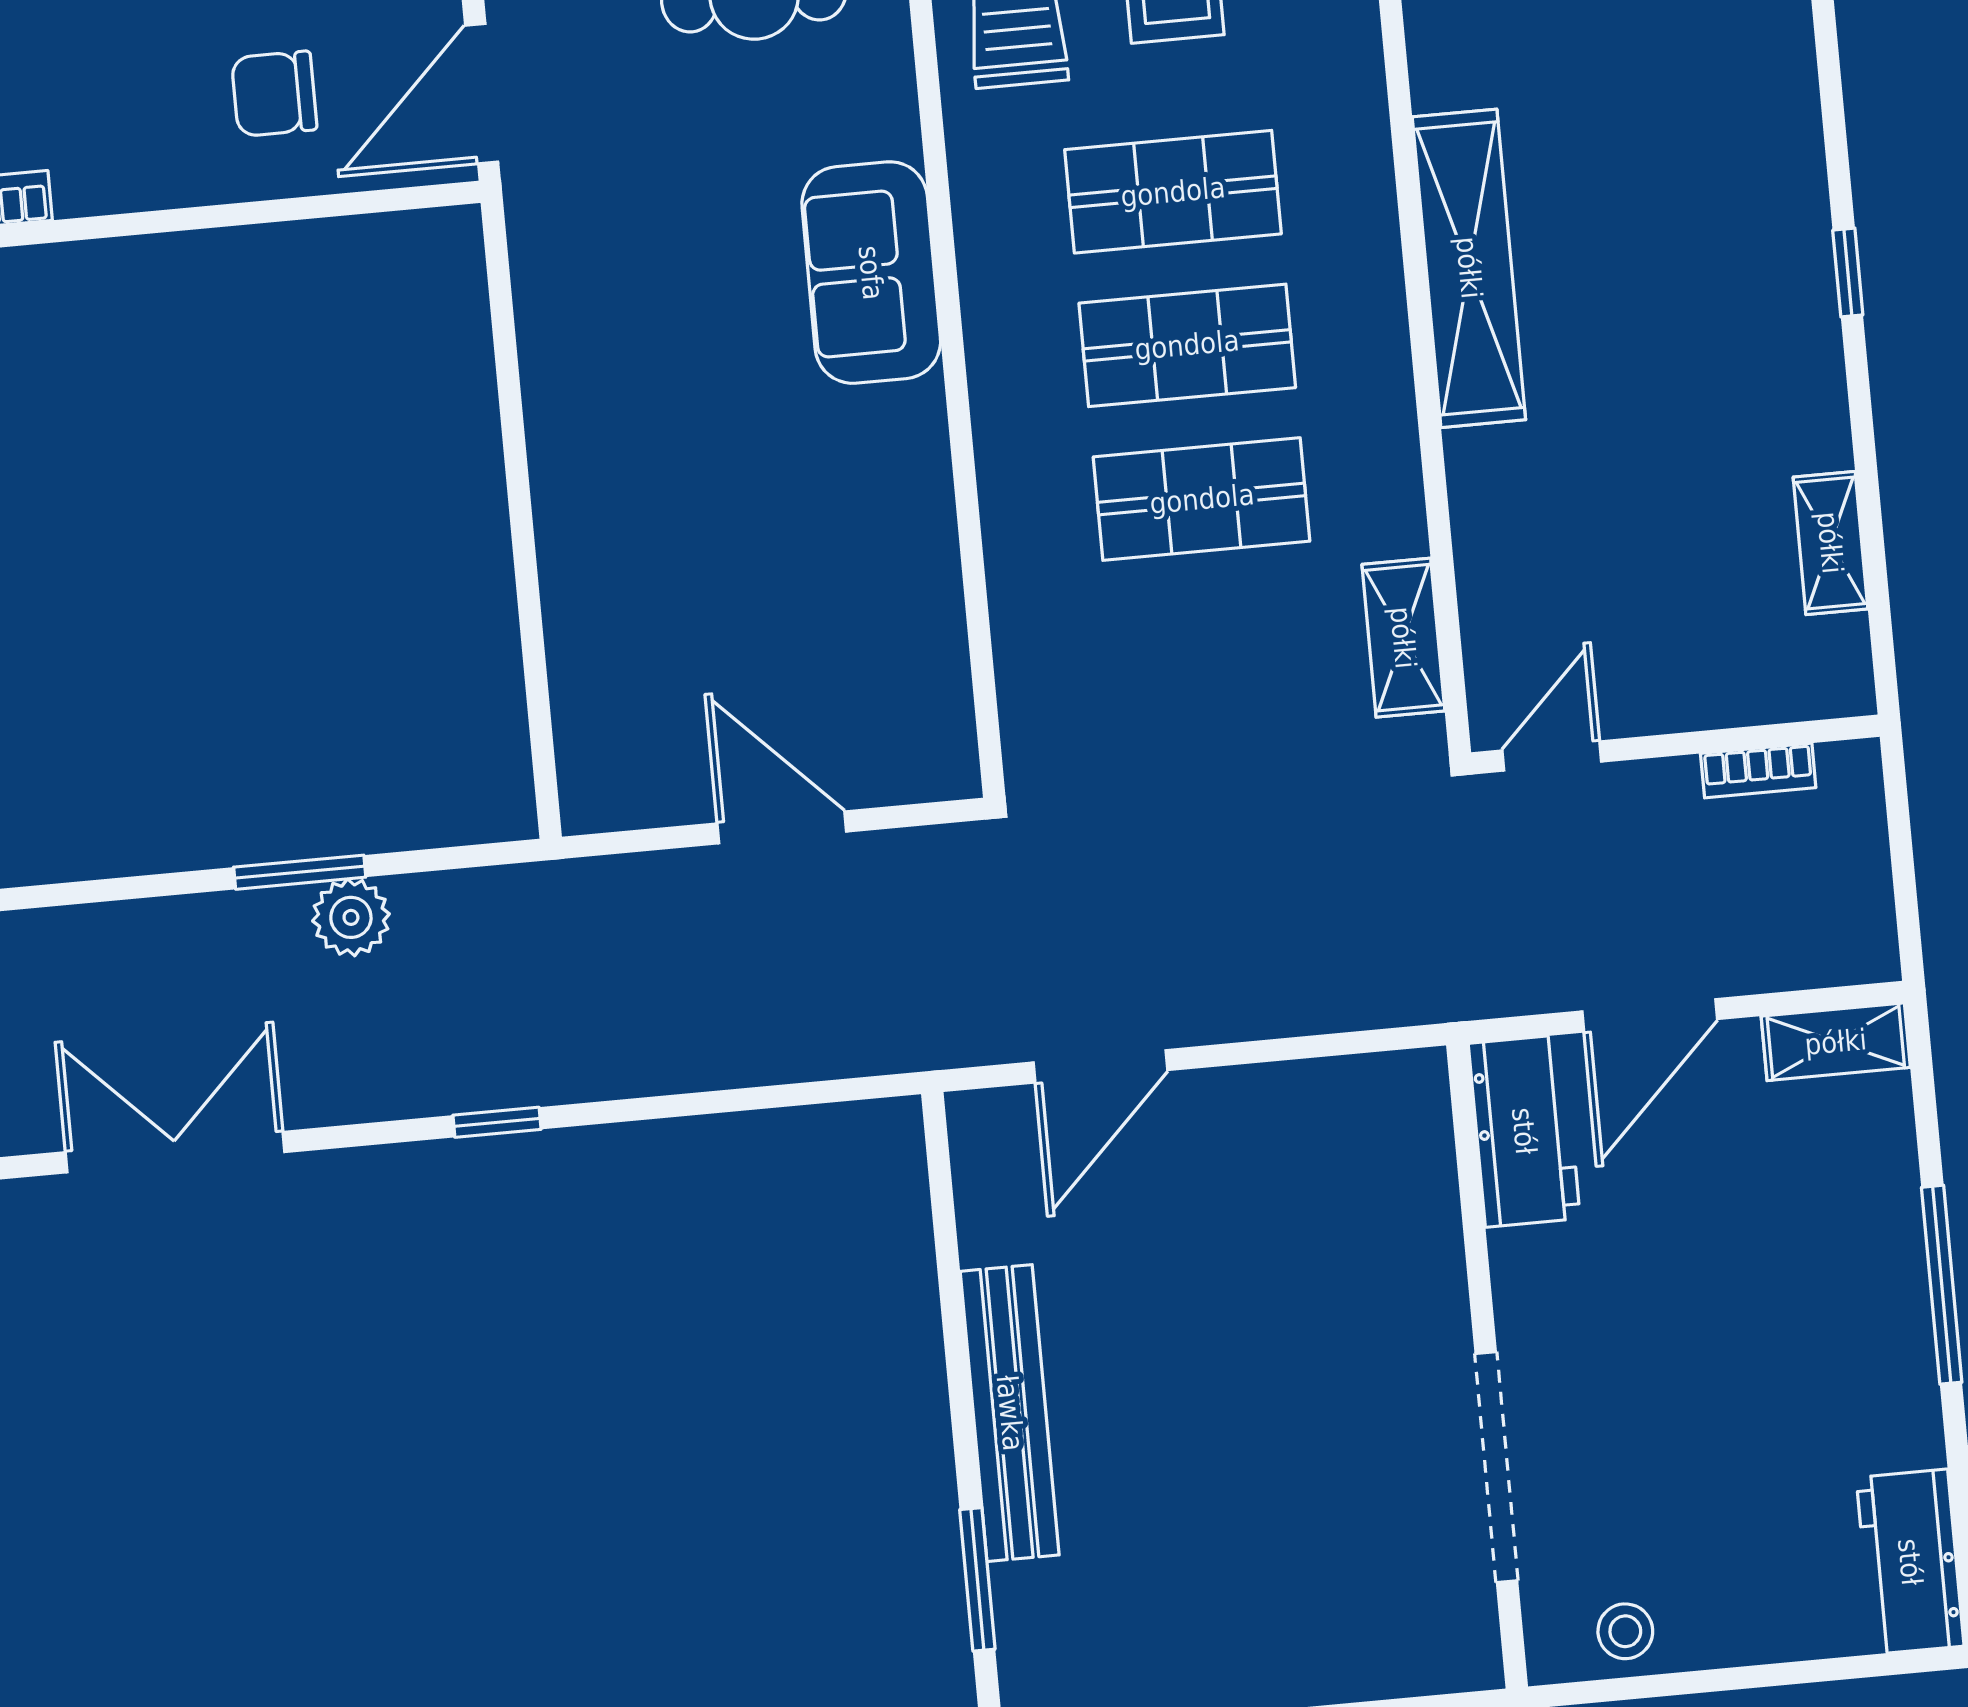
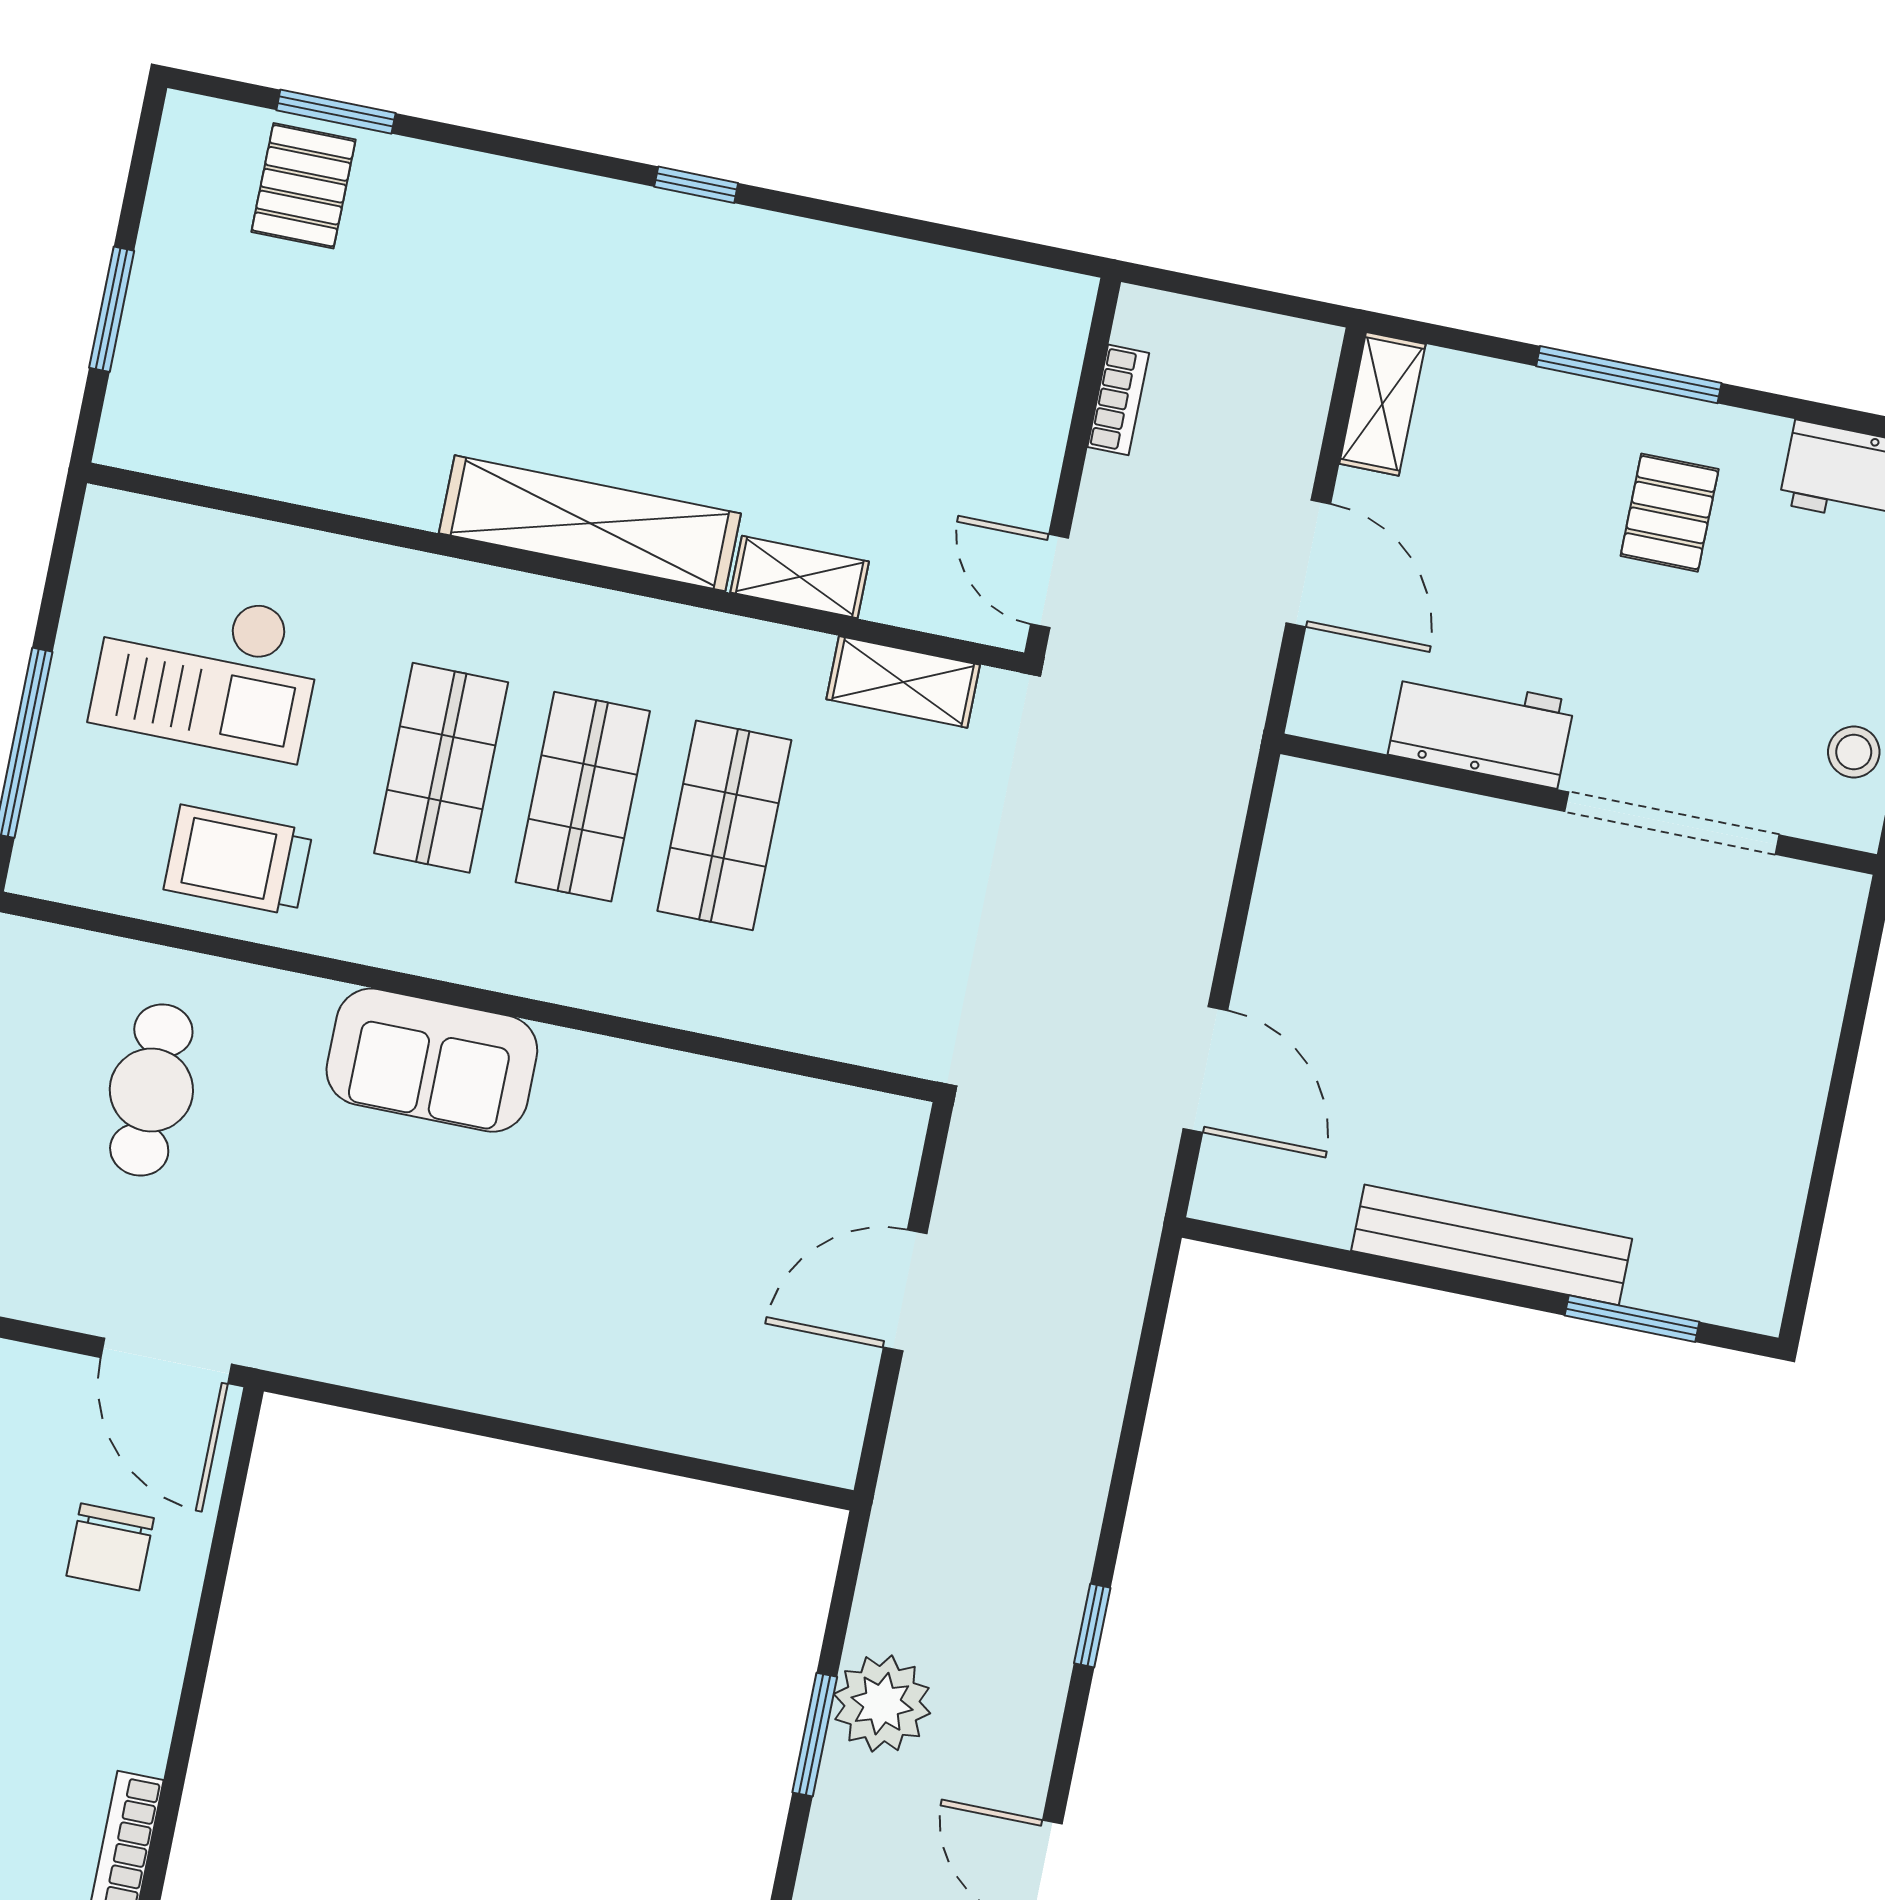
shelving: (1830, 543) -> (800, 577), moved
plant: (351, 917) -> (882, 1704), width x1.36, depth x1.36
workbench: (1524, 1131) -> (1481, 728), moved
pallet: (1813, 1369) -> (1670, 513), added

